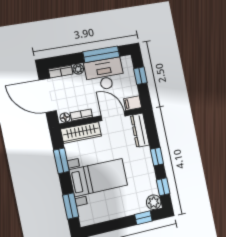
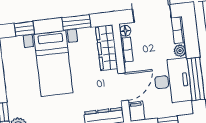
window: (71, 206) -> (24, 29), width x0.67

